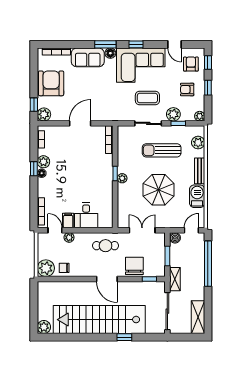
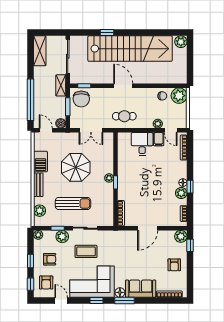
armchair: (51, 83) -> (174, 265), width x0.53, depth x0.53
door: (191, 230) -> (46, 130), swing flipped
chair: (134, 266) -> (81, 99), moved

